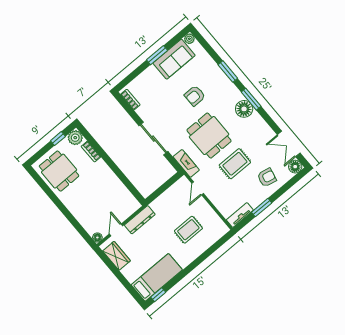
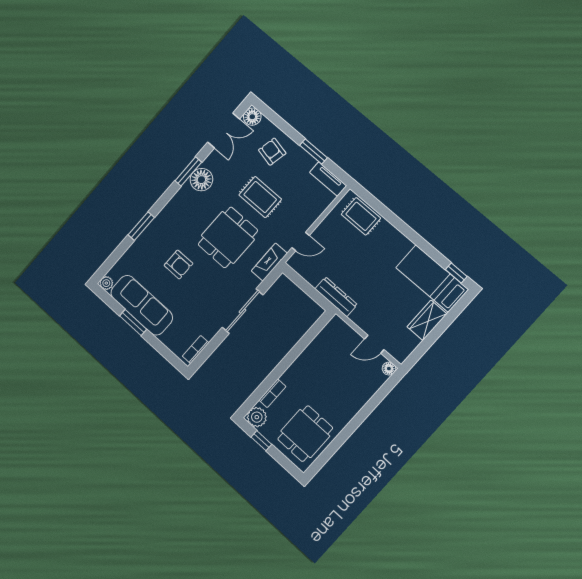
sofa: (174, 59) -> (142, 305), width x1.36
window: (251, 99) -> (188, 171), moved
floor lamp: (244, 109) -> (201, 180), moved
dresser: (140, 220) -> (336, 297), moved
rug: (188, 230) -> (361, 216), moved
wardrobe: (116, 256) -> (427, 320), moved

